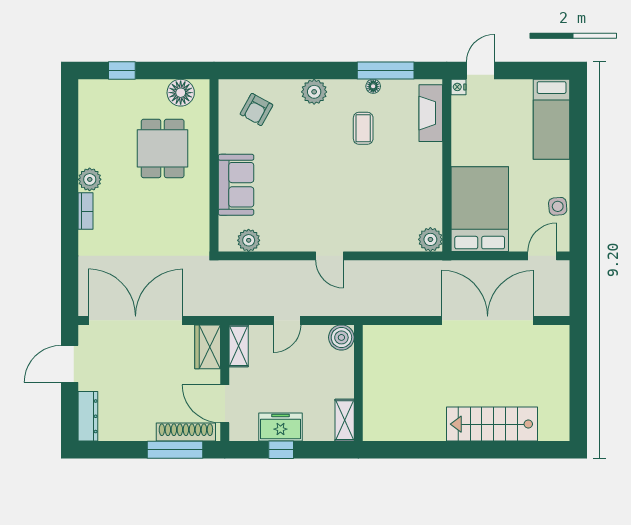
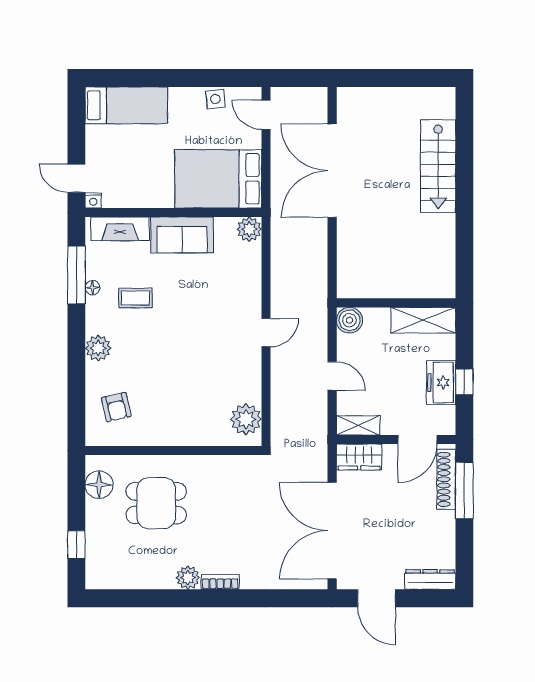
armchair: (256, 110) -> (116, 407), turned 48
sofa: (236, 185) -> (182, 235), moved, turned 180
plant: (249, 240) -> (246, 419), width x1.36, depth x1.36
shelving: (345, 420) -> (423, 320), width x1.50, depth x1.33

